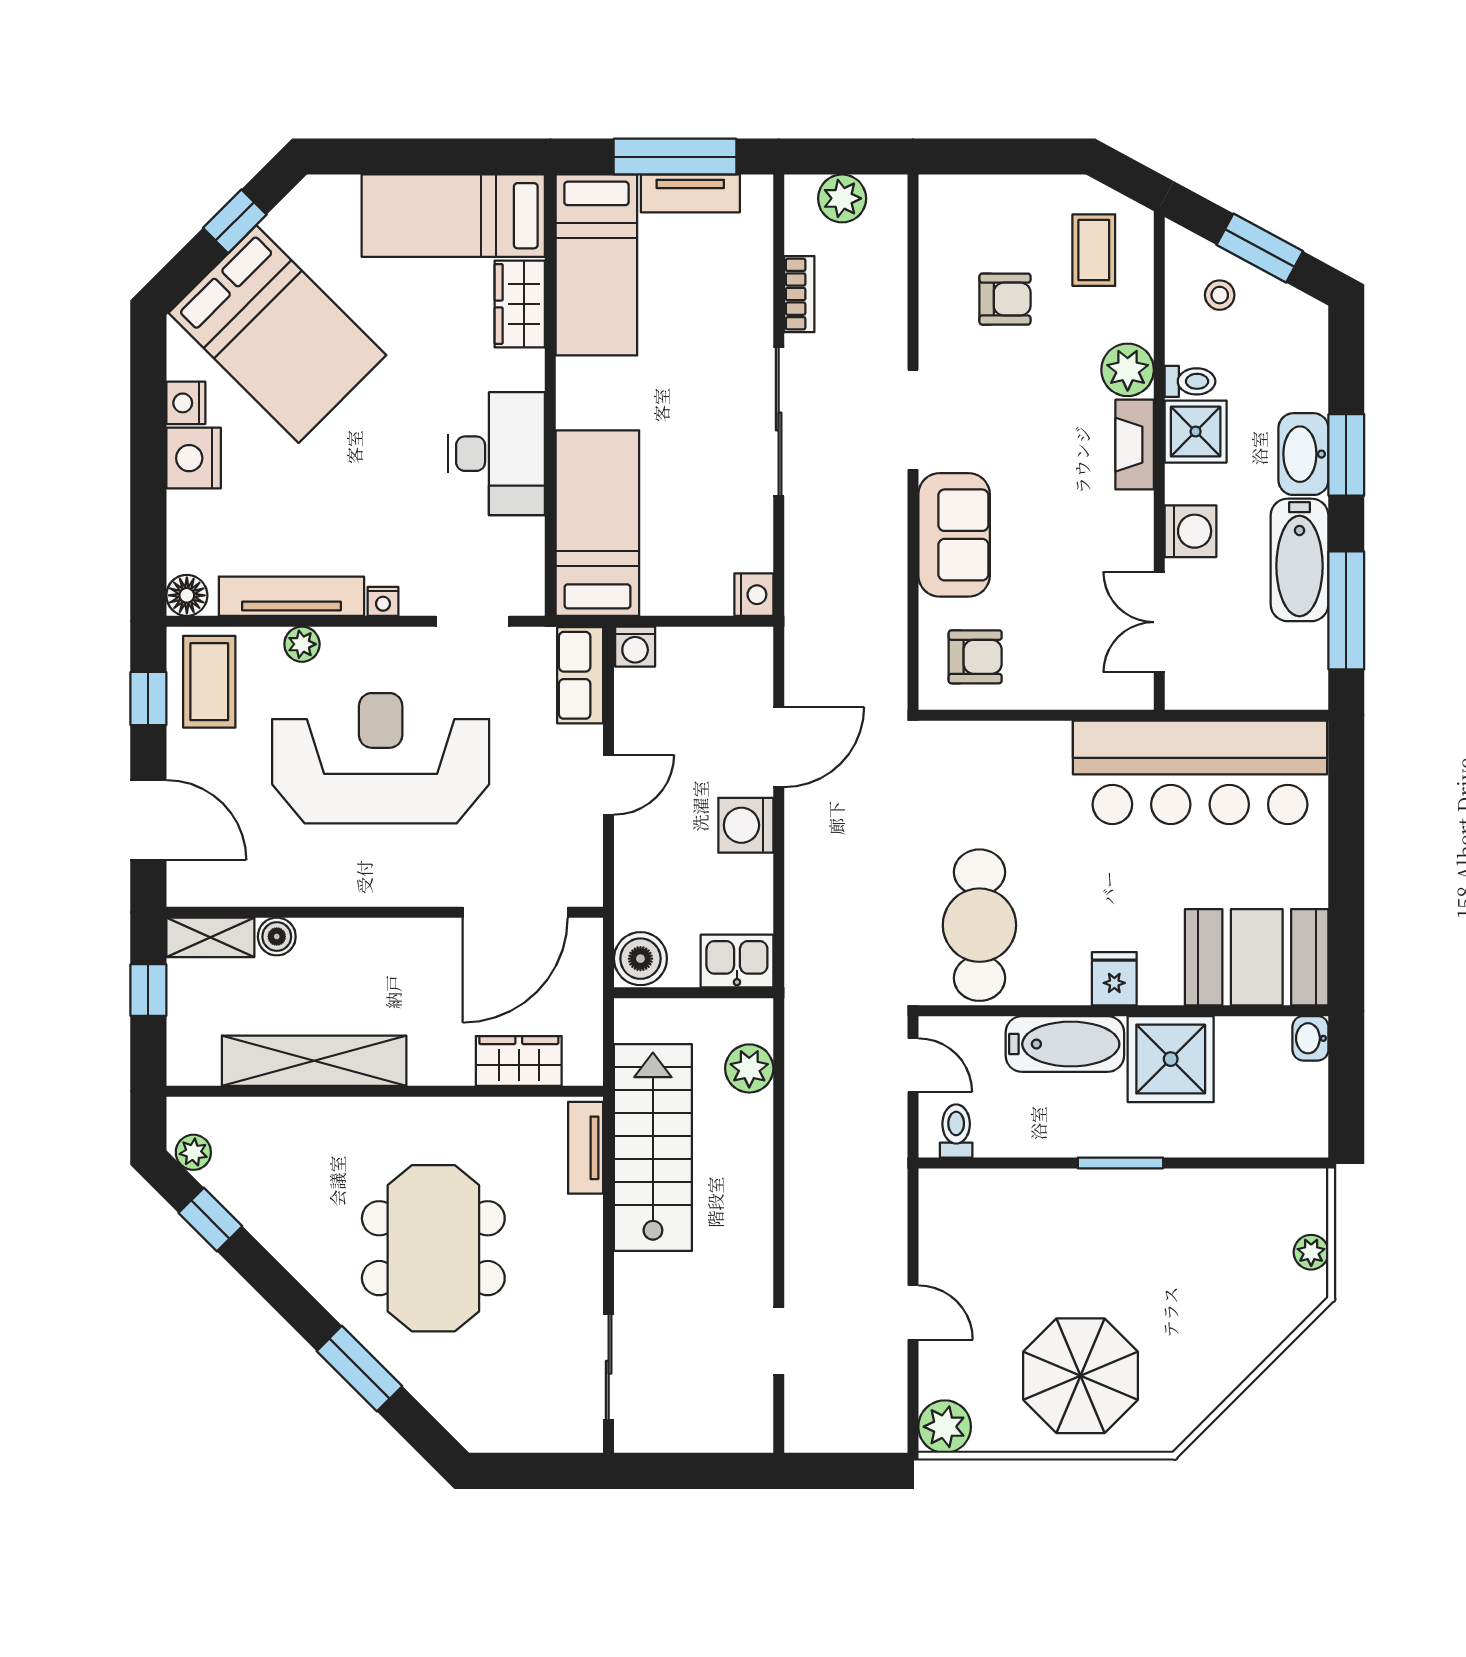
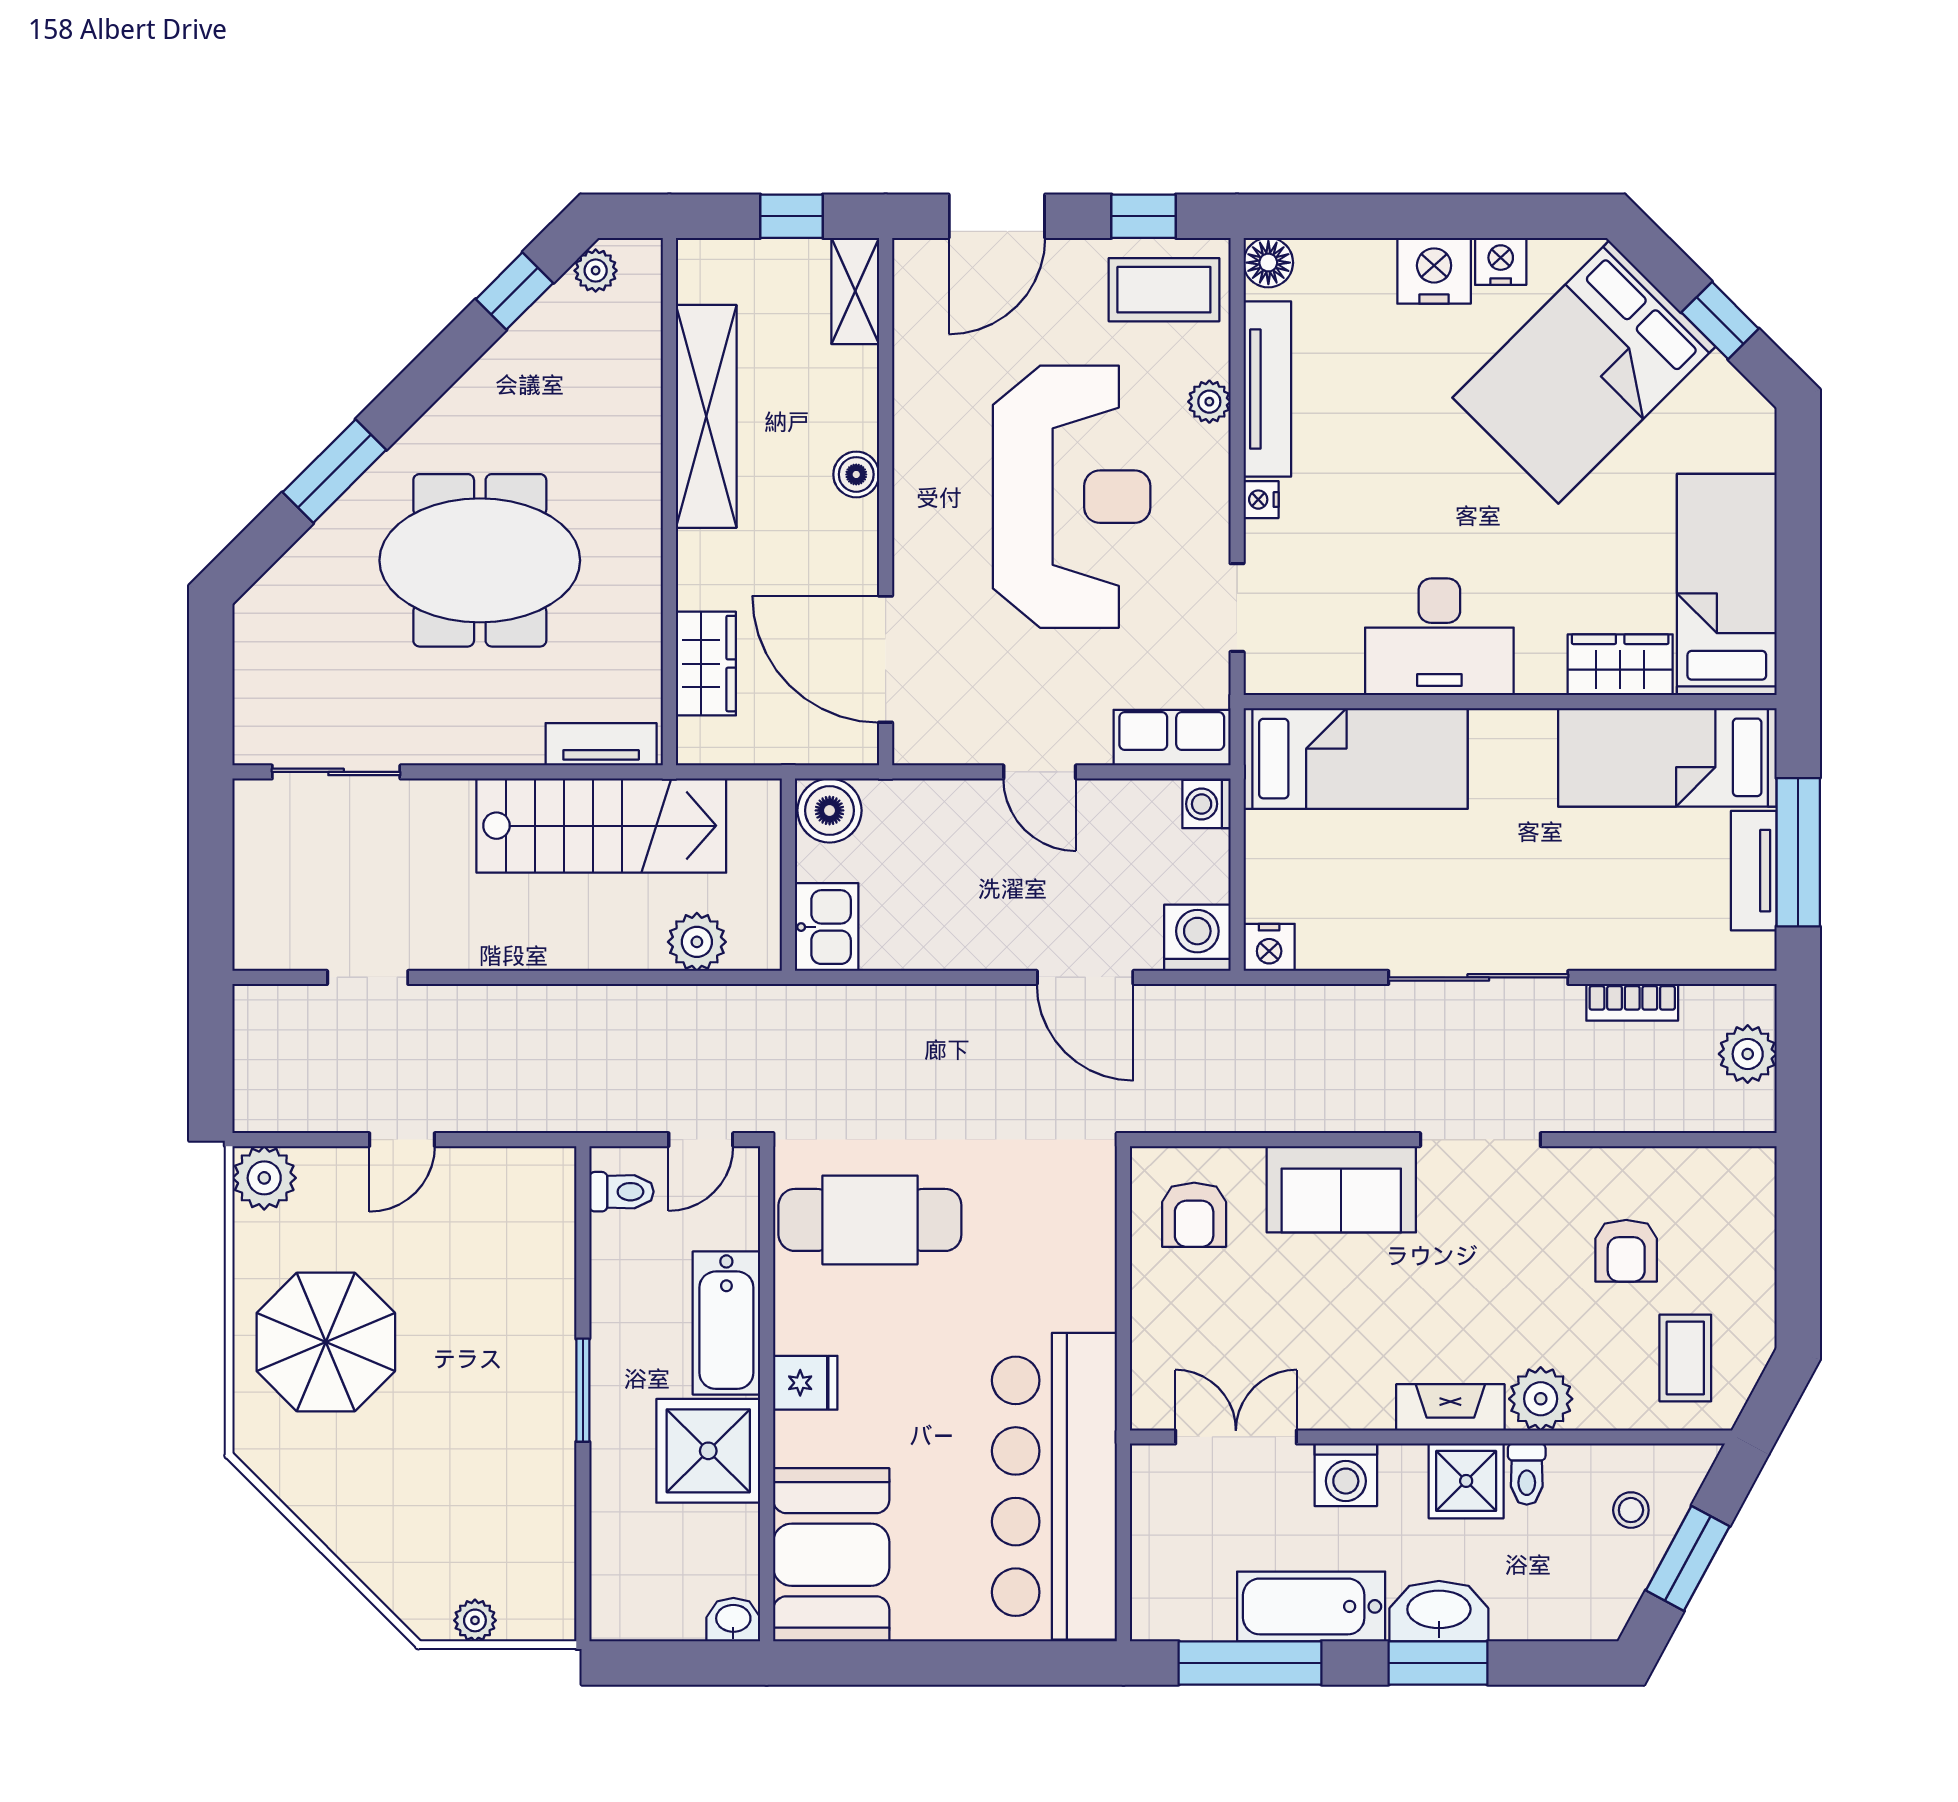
coffee table: (1094, 250) -> (1685, 1358), turned 90
washing machine: (746, 825) -> (1197, 938), moved
boiler: (277, 937) -> (856, 474), moved

